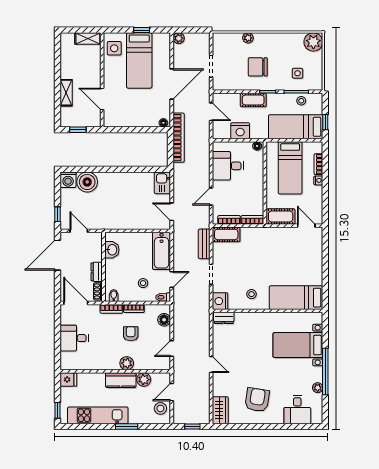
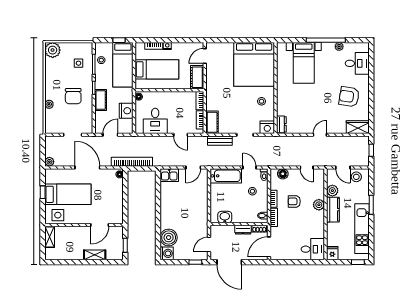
bed: (296, 298) -> (254, 64), width x2.04
desk: (74, 338) -> (313, 249), moved, turned -90

